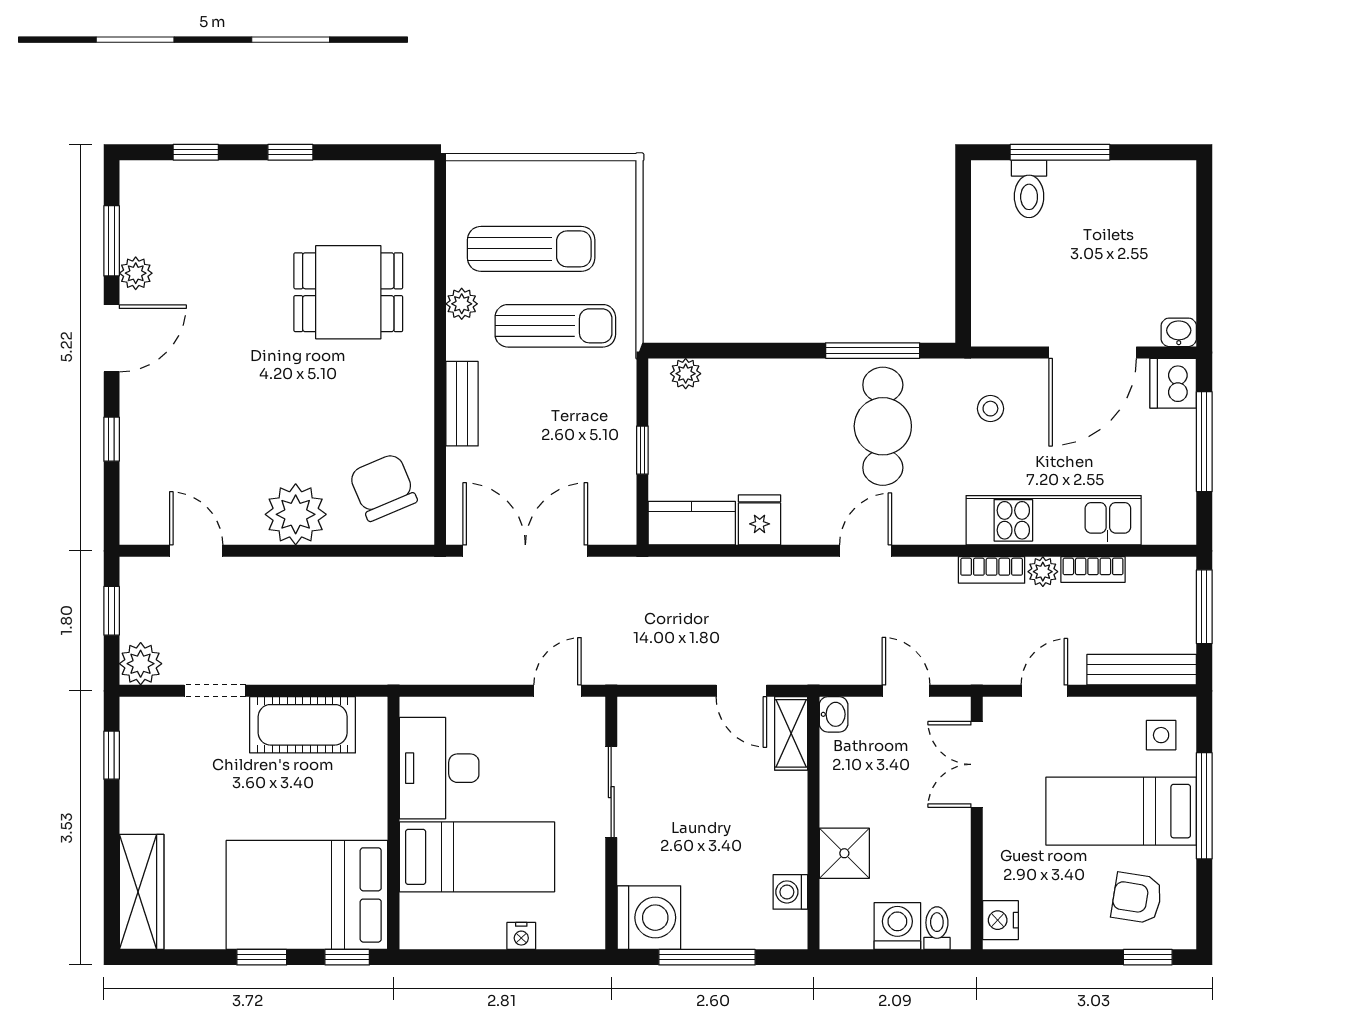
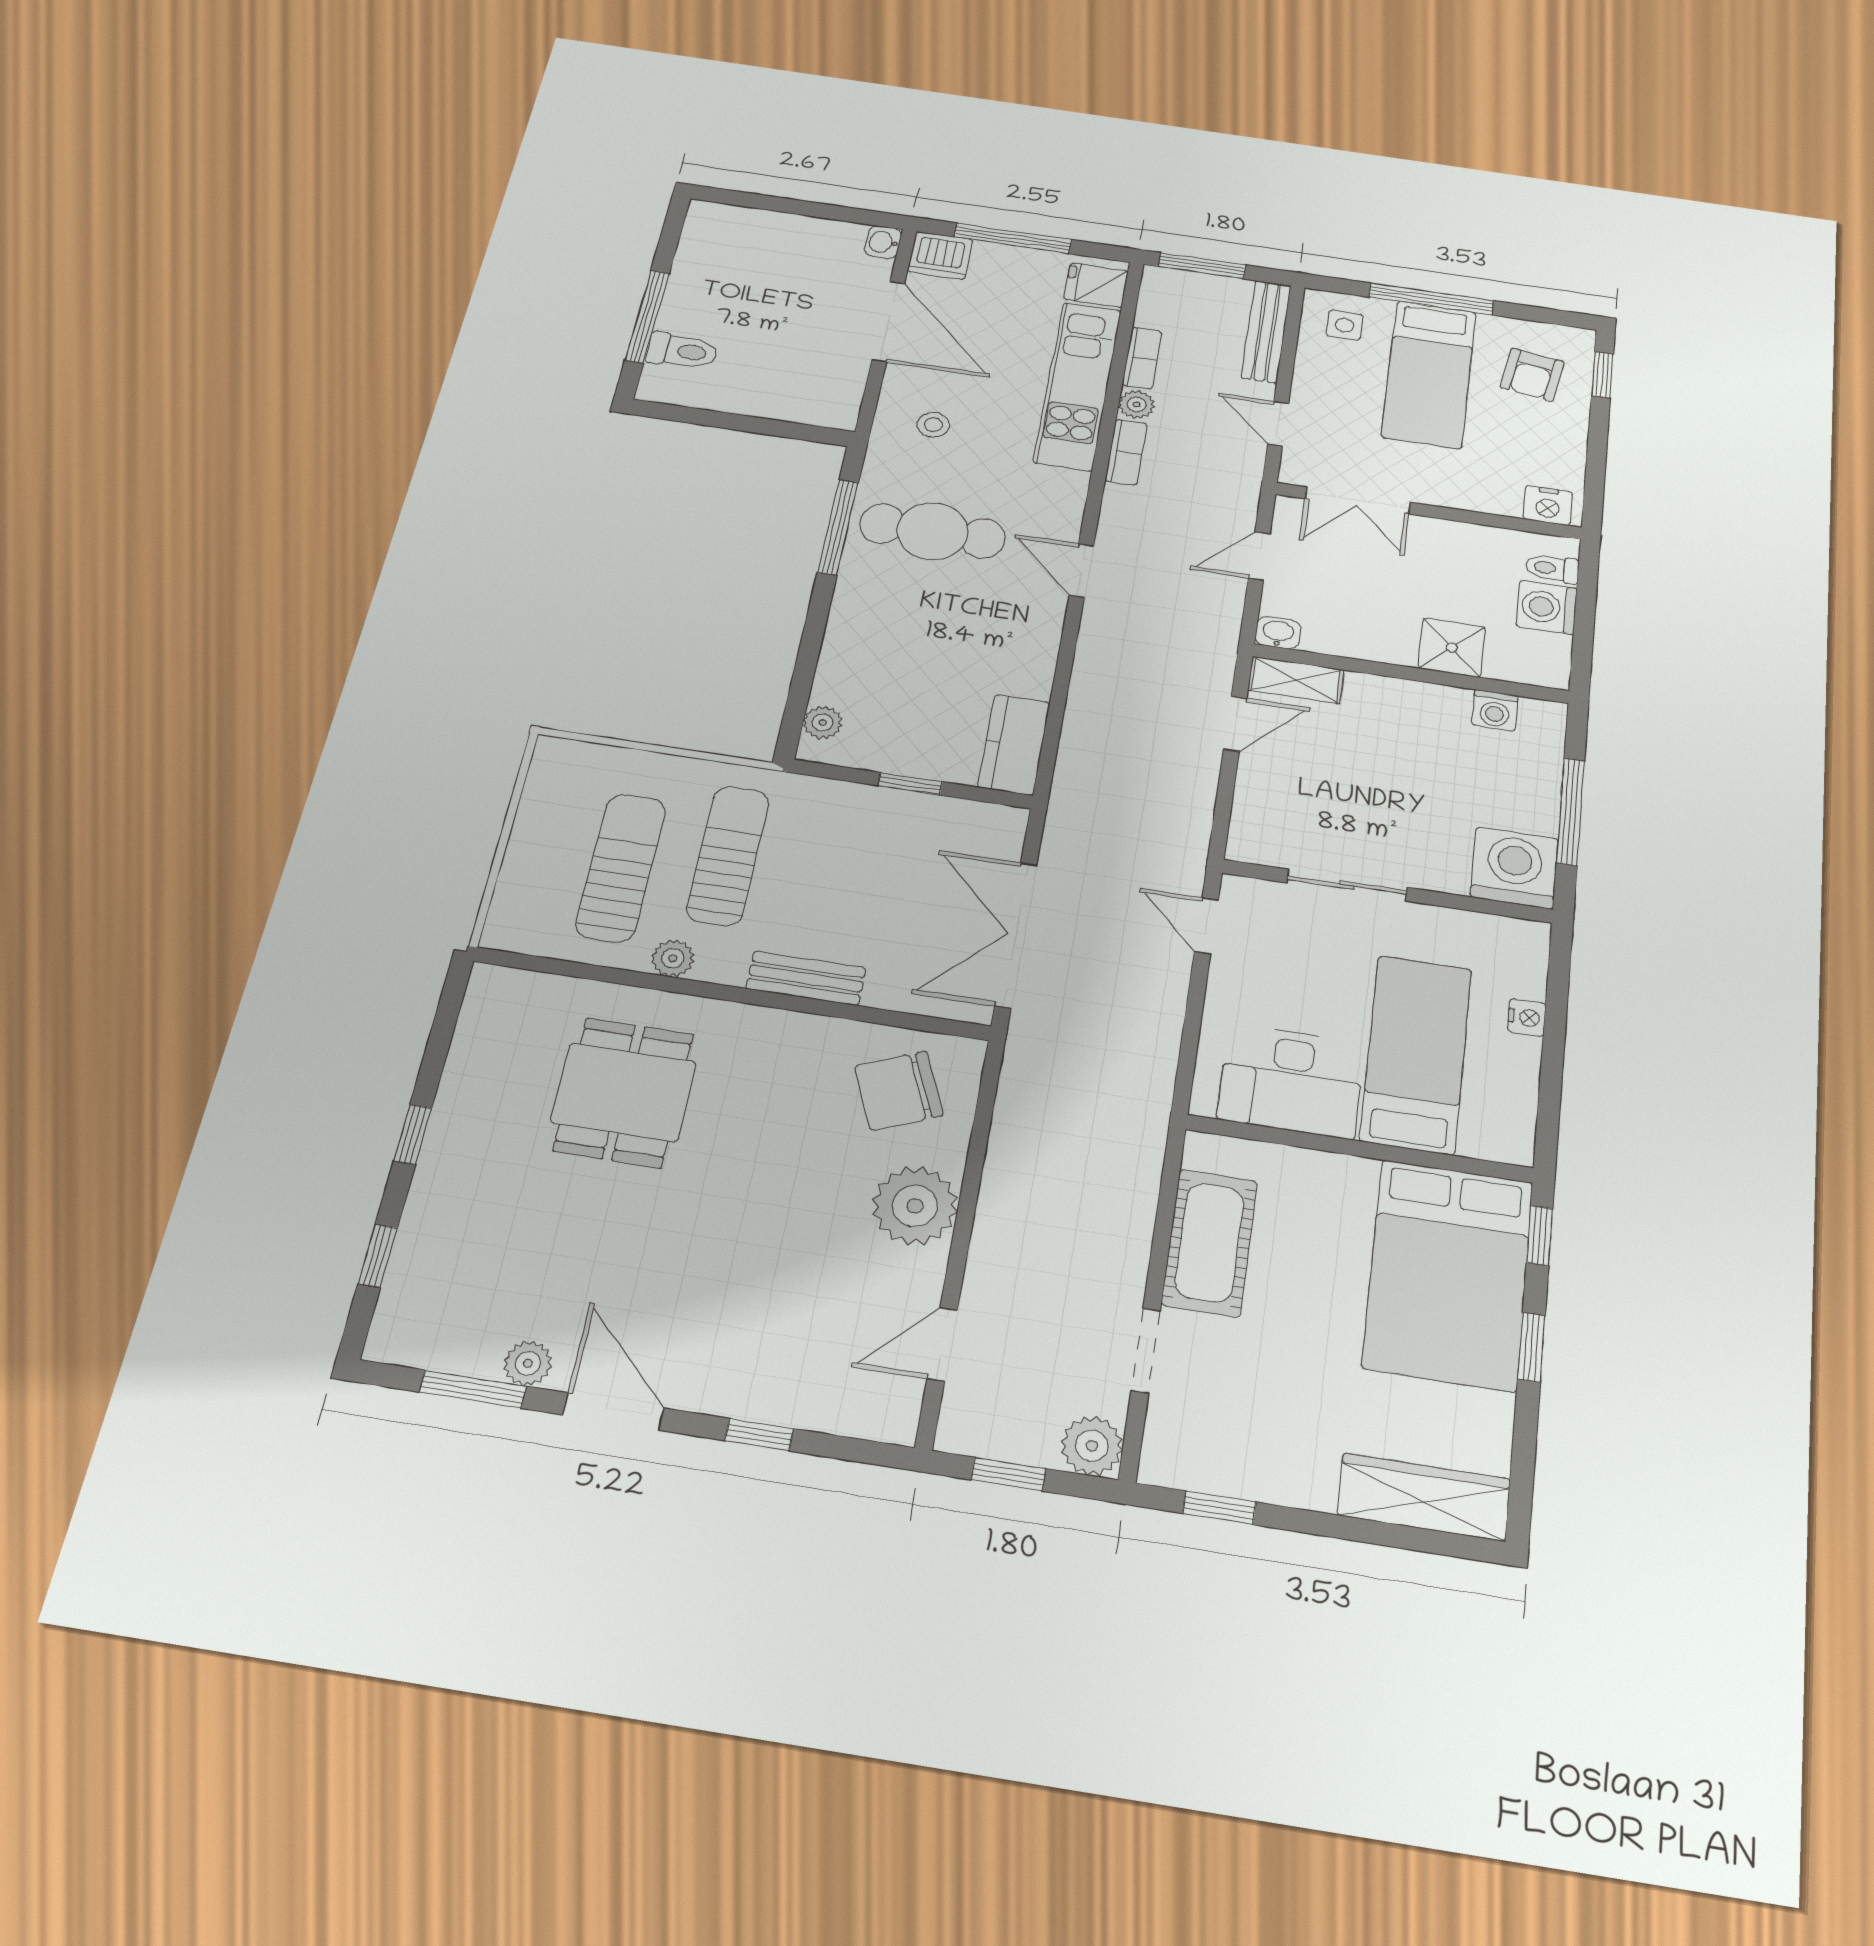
fridge: (760, 520) -> (1096, 285), moved

